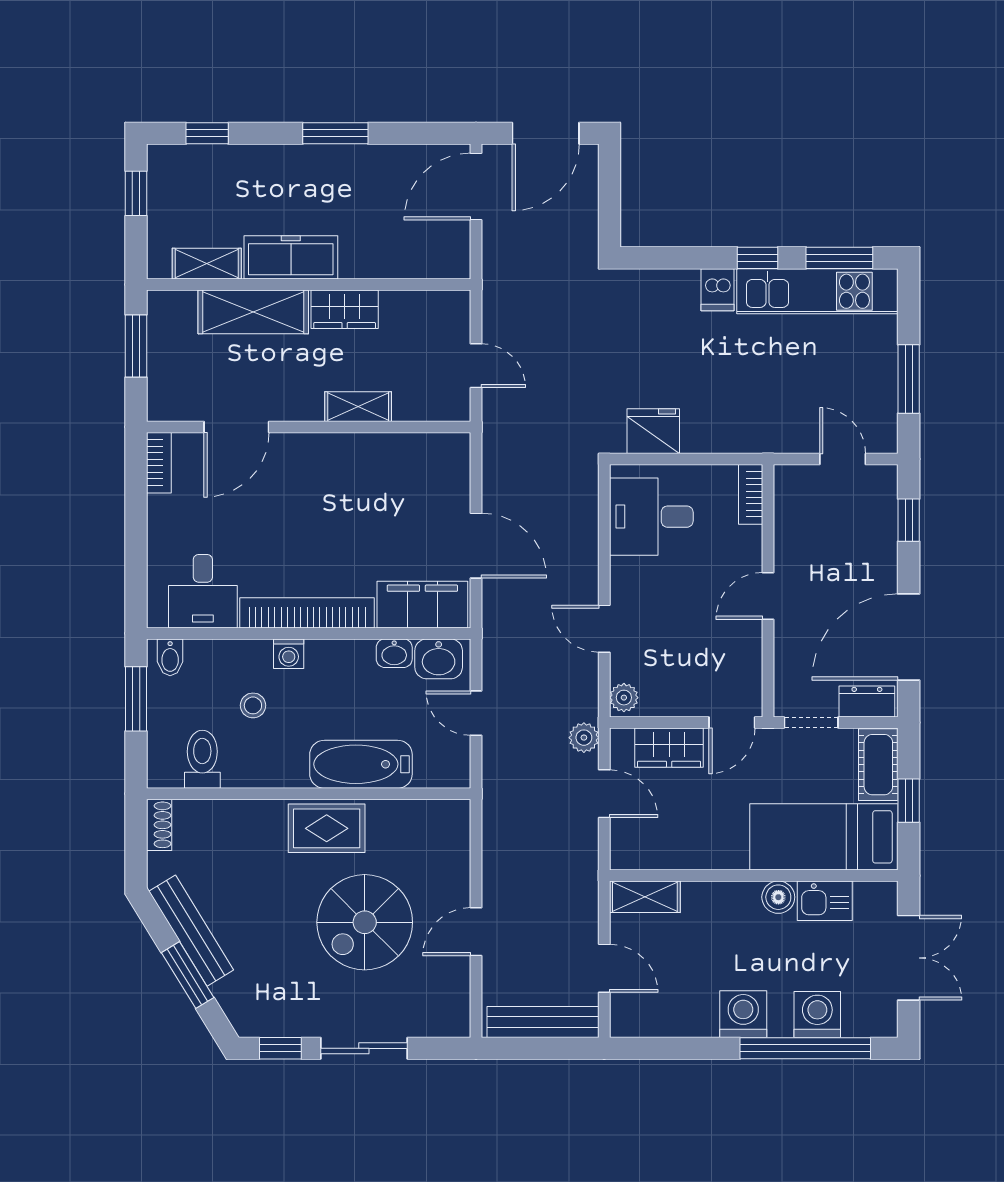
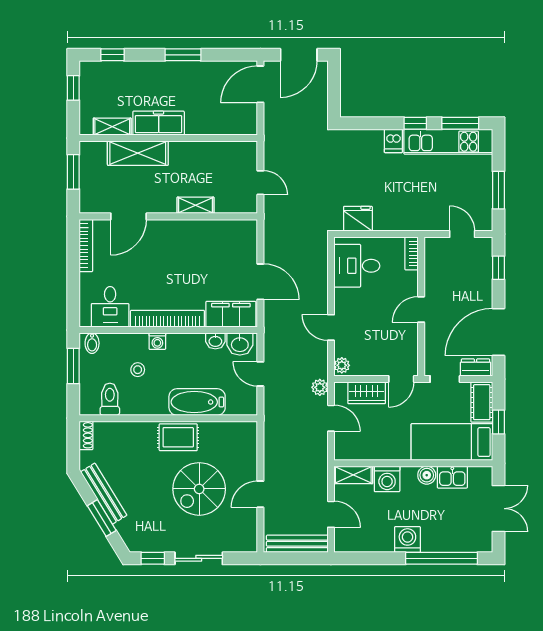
wardrobe: (345, 309) -> (188, 152), removed
bookcase: (159, 463) -> (86, 246), width x1.56
washing machine: (817, 1014) -> (387, 479), moved, turned 180

